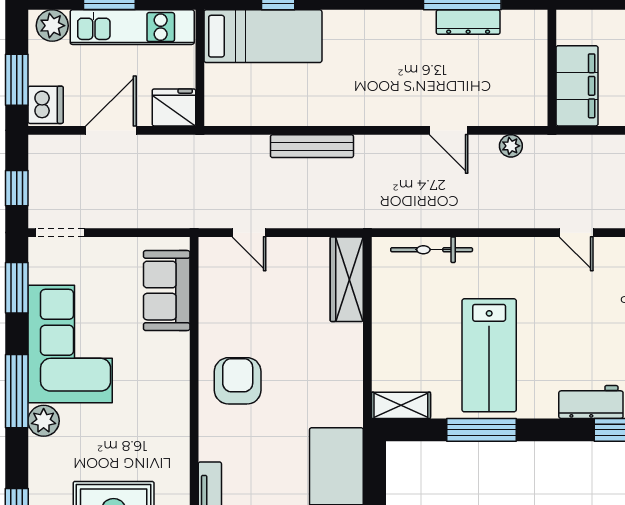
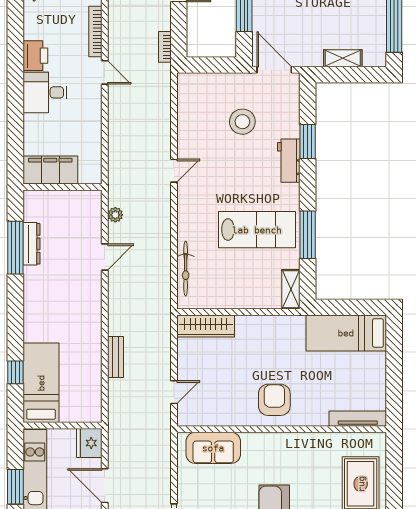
filing cabinet: (577, 86) -> (50, 170), moved
bench: (312, 146) -> (115, 357), width x0.73
armchair: (238, 381) -> (274, 400), turned 90

